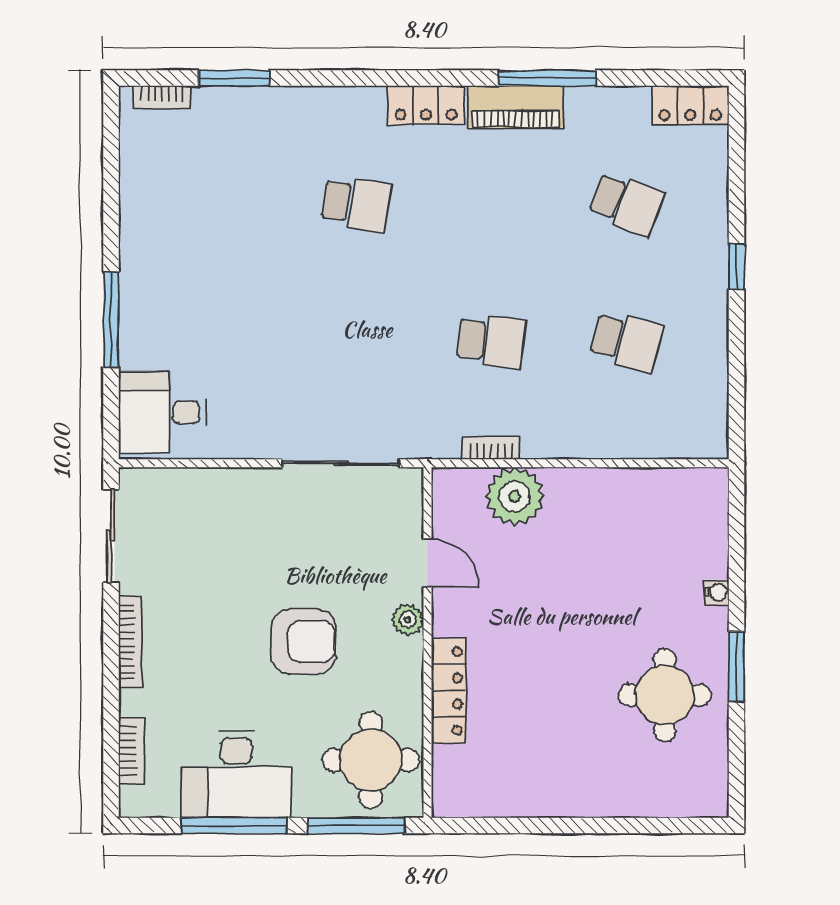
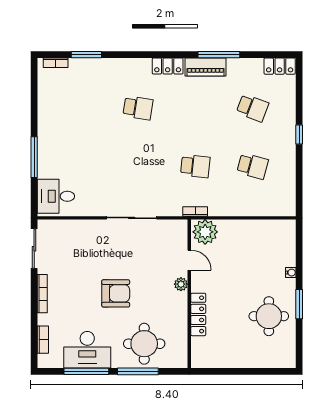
door: (427, 563) -> (189, 260), moved
plant: (408, 620) -> (181, 284), moved
wall: (427, 642) -> (189, 294), moved
locker: (449, 691) -> (198, 314), moved

